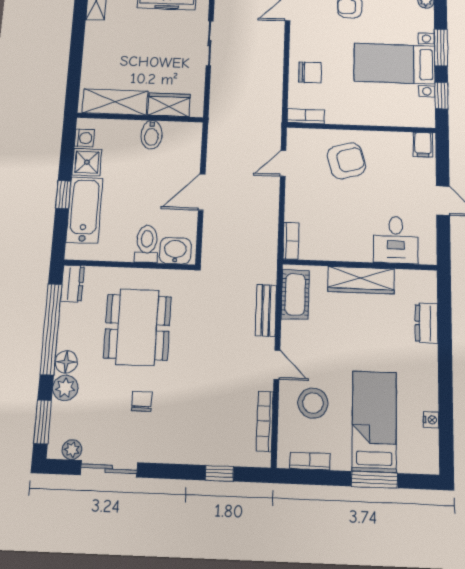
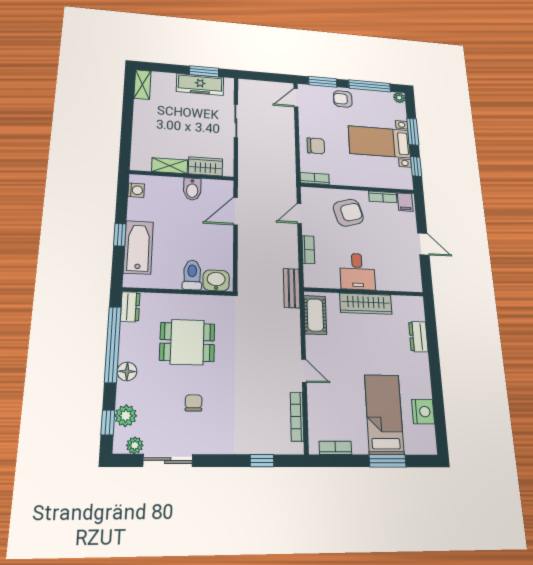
shelving: (115, 102) -> (170, 166), width x0.67, depth x0.75
bookcase: (393, 138) -> (383, 197), added
shower: (87, 162) -> (139, 209), removed
door: (202, 192) -> (236, 211), moved
desk: (396, 240) -> (357, 272), moved
bookcase: (291, 241) -> (308, 250), moved
bench: (266, 310) -> (292, 288), moved
dining table: (137, 327) -> (187, 342), width x0.73
plant: (65, 388) -> (126, 416), moved
stool: (313, 403) -> (335, 401), removed
nightstand: (431, 420) -> (423, 412), width x1.89, depth x1.79
window: (43, 422) -> (108, 422), width x0.67

